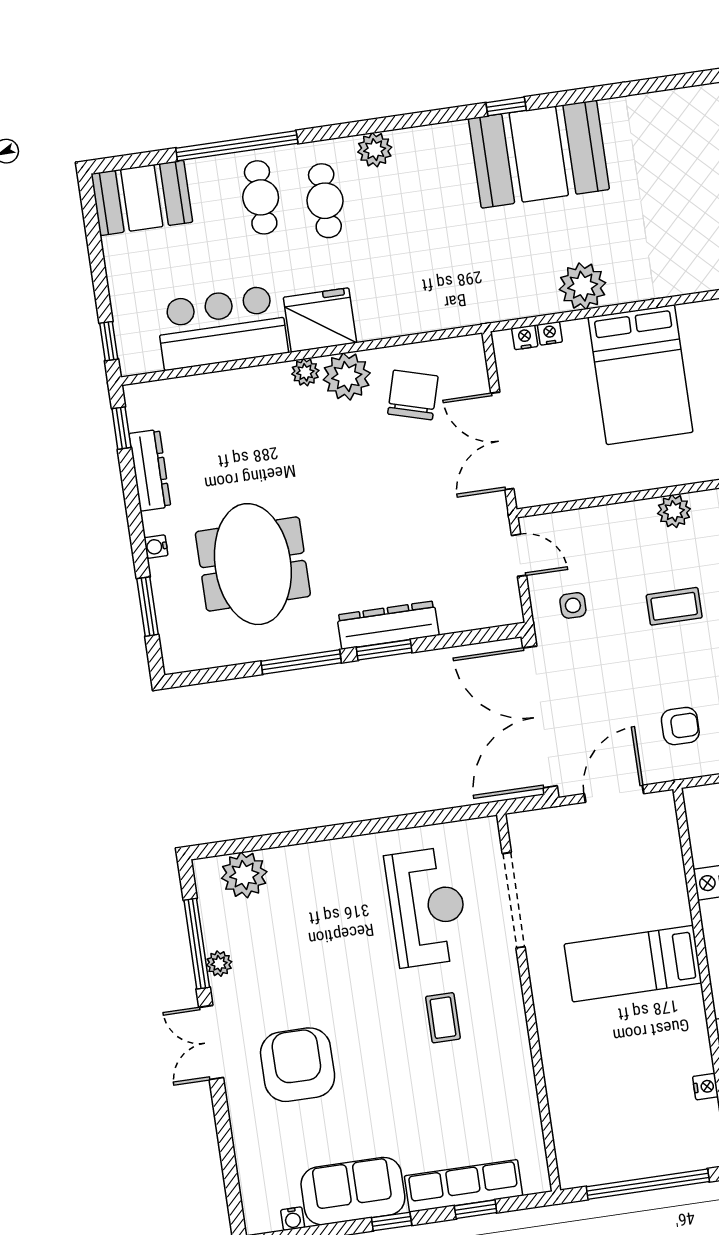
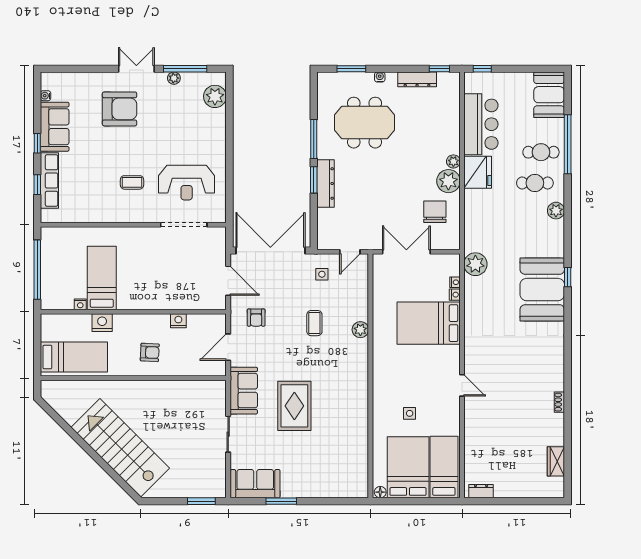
plant: (583, 286) -> (475, 264), moved
nightstand: (525, 337) -> (455, 295), moved
chair: (413, 395) -> (435, 212), turned -106
bed: (633, 964) -> (102, 278), moved

